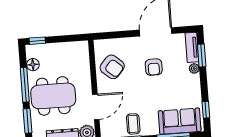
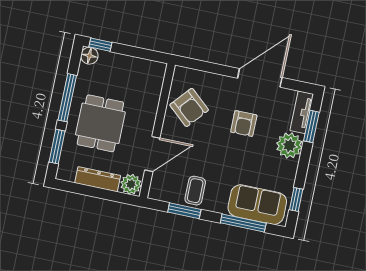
floor lamp: (33, 65) -> (89, 56), moved
plant: (194, 68) -> (289, 145), width x1.88, depth x1.88
dining table: (53, 96) -> (100, 123), width x0.73

